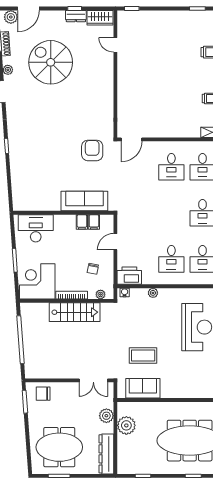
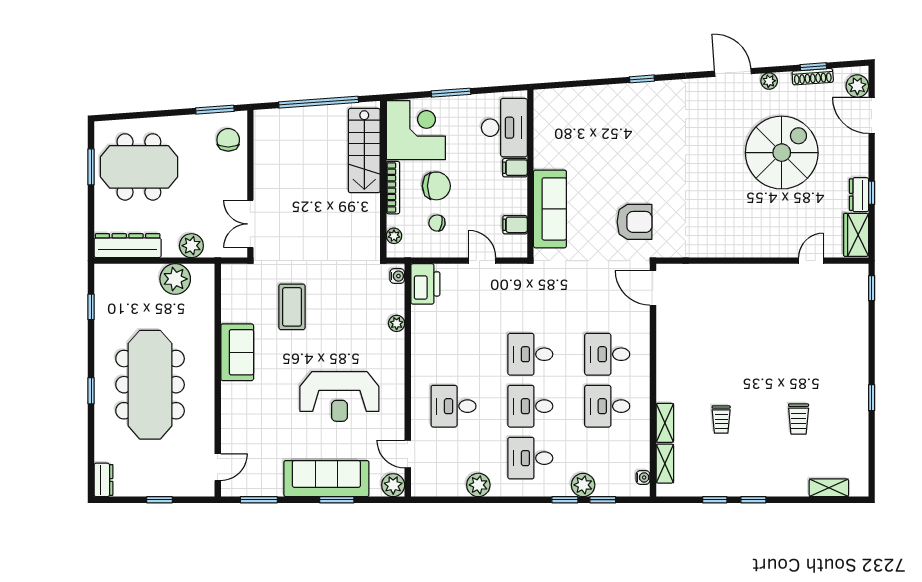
filing cabinet: (82, 222) -> (515, 168), moved
desk: (171, 259) -> (530, 354), moved
chair: (71, 269) -> (436, 186), added
stairs: (75, 312) -> (364, 151), moved
sofa: (143, 388) -> (237, 352), moved
meeting table: (59, 447) -> (139, 167), turned 90

